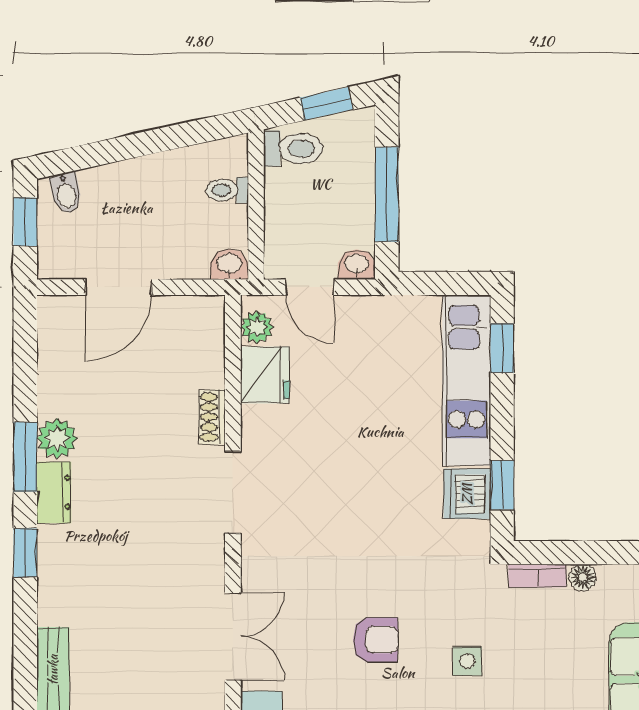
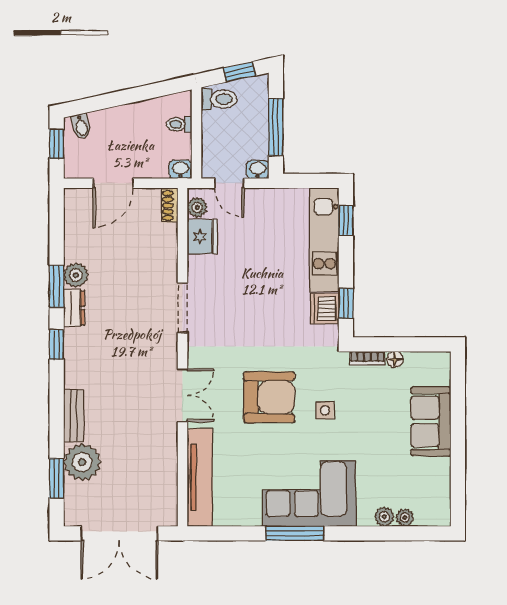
shoe rack: (212, 417) -> (170, 206), moved
armchair: (376, 640) -> (269, 397), width x1.88, depth x1.88

